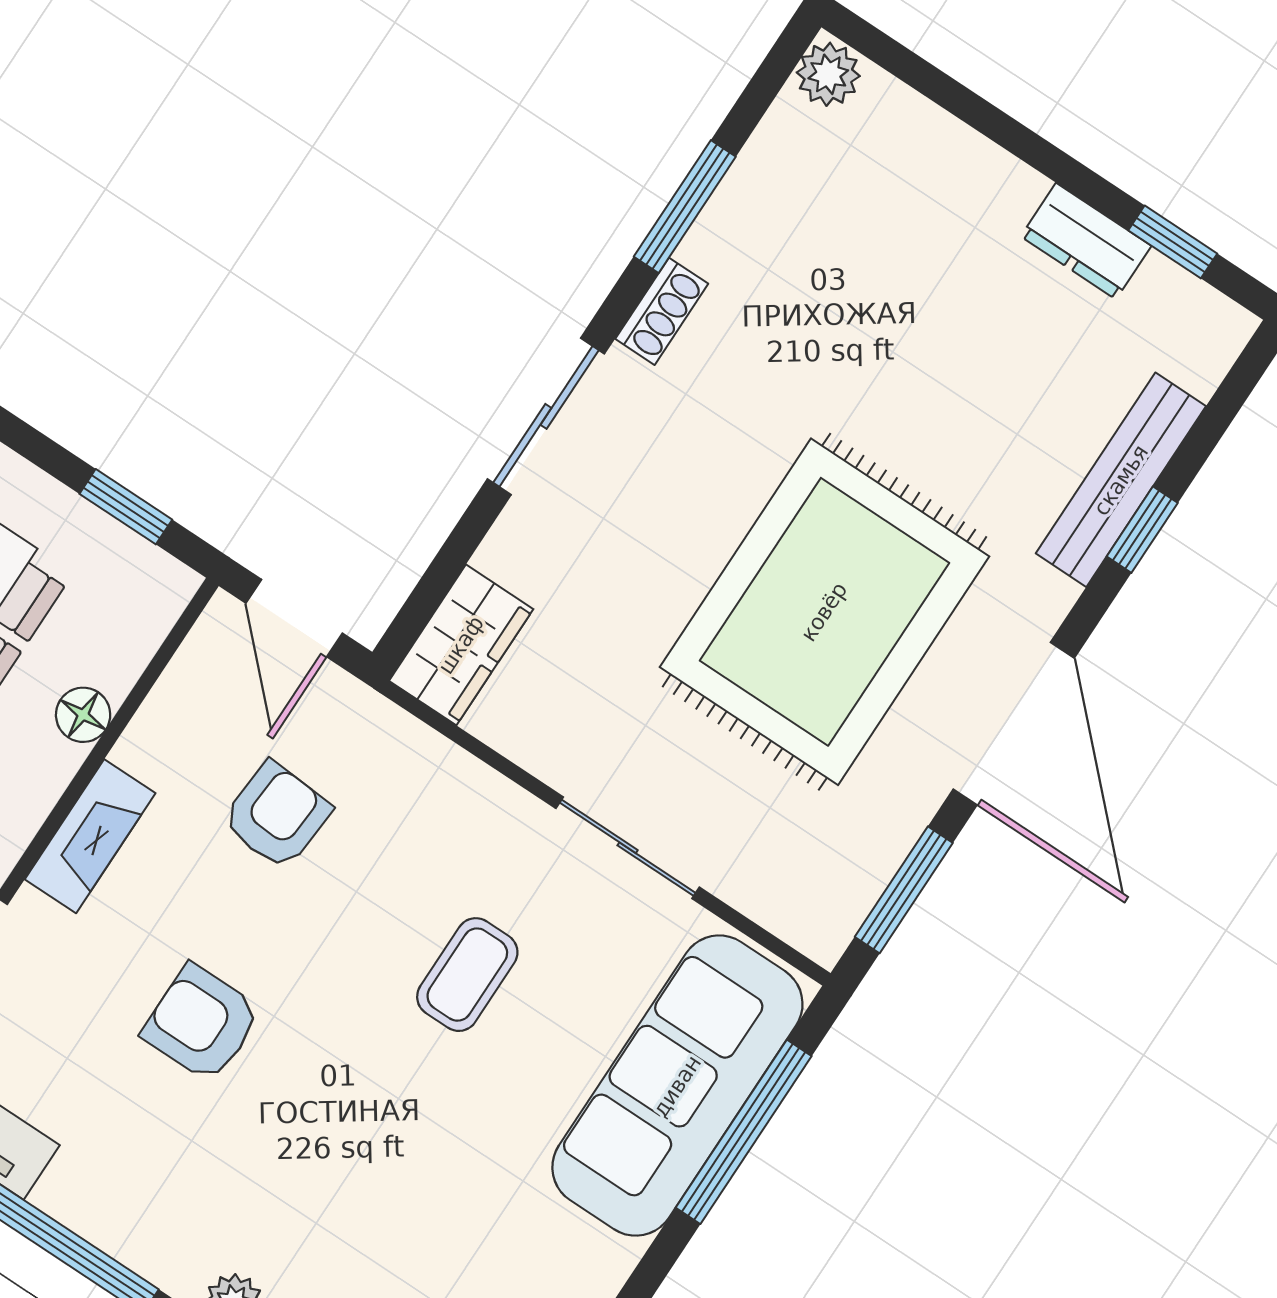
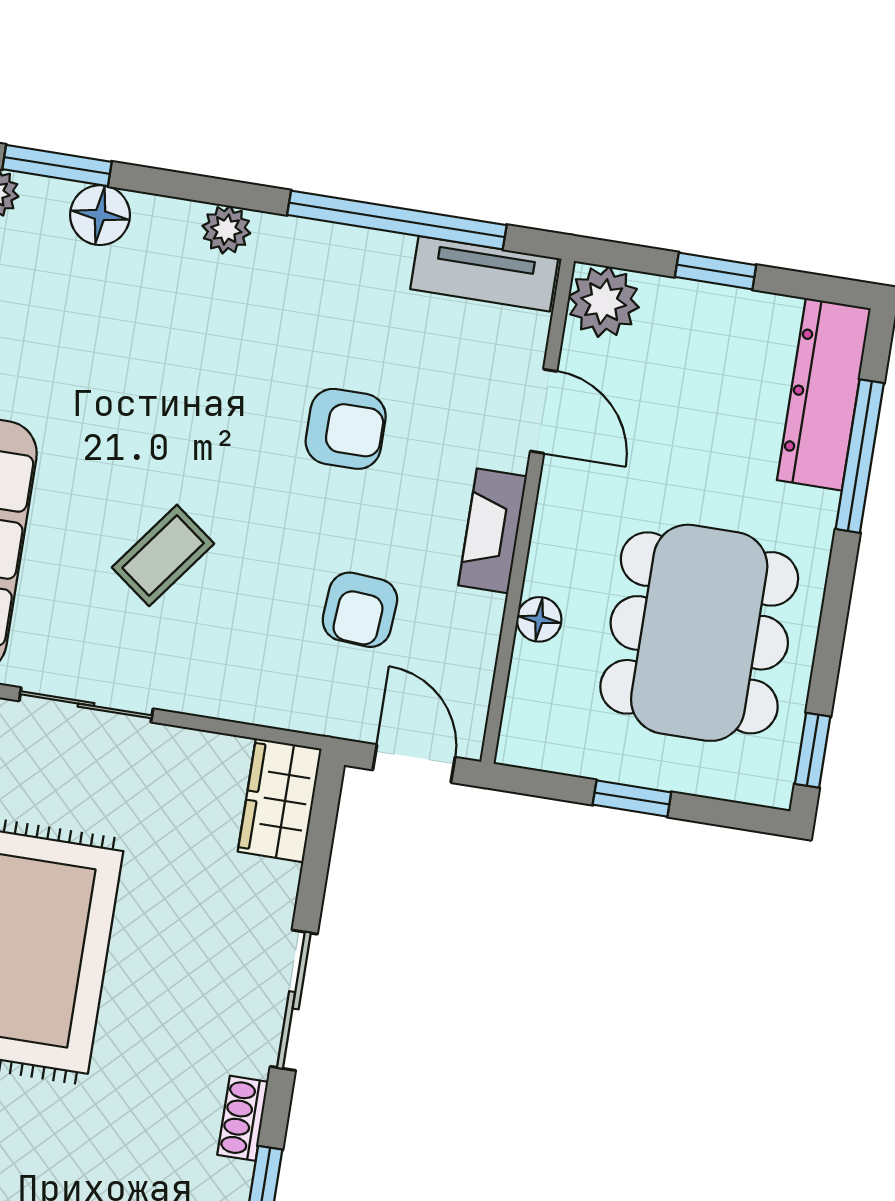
window: (126, 507) -> (632, 799), moved
coffee table: (467, 975) -> (163, 555), turned 37

